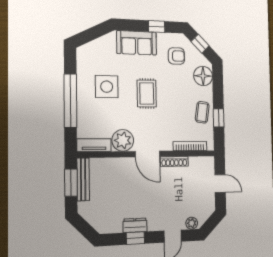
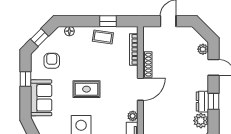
floor lamp: (203, 76) -> (69, 31), width x0.53, depth x0.53
plant: (123, 140) -> (133, 116), width x0.53, depth x0.53
plant: (113, 224) -> (201, 121), added

